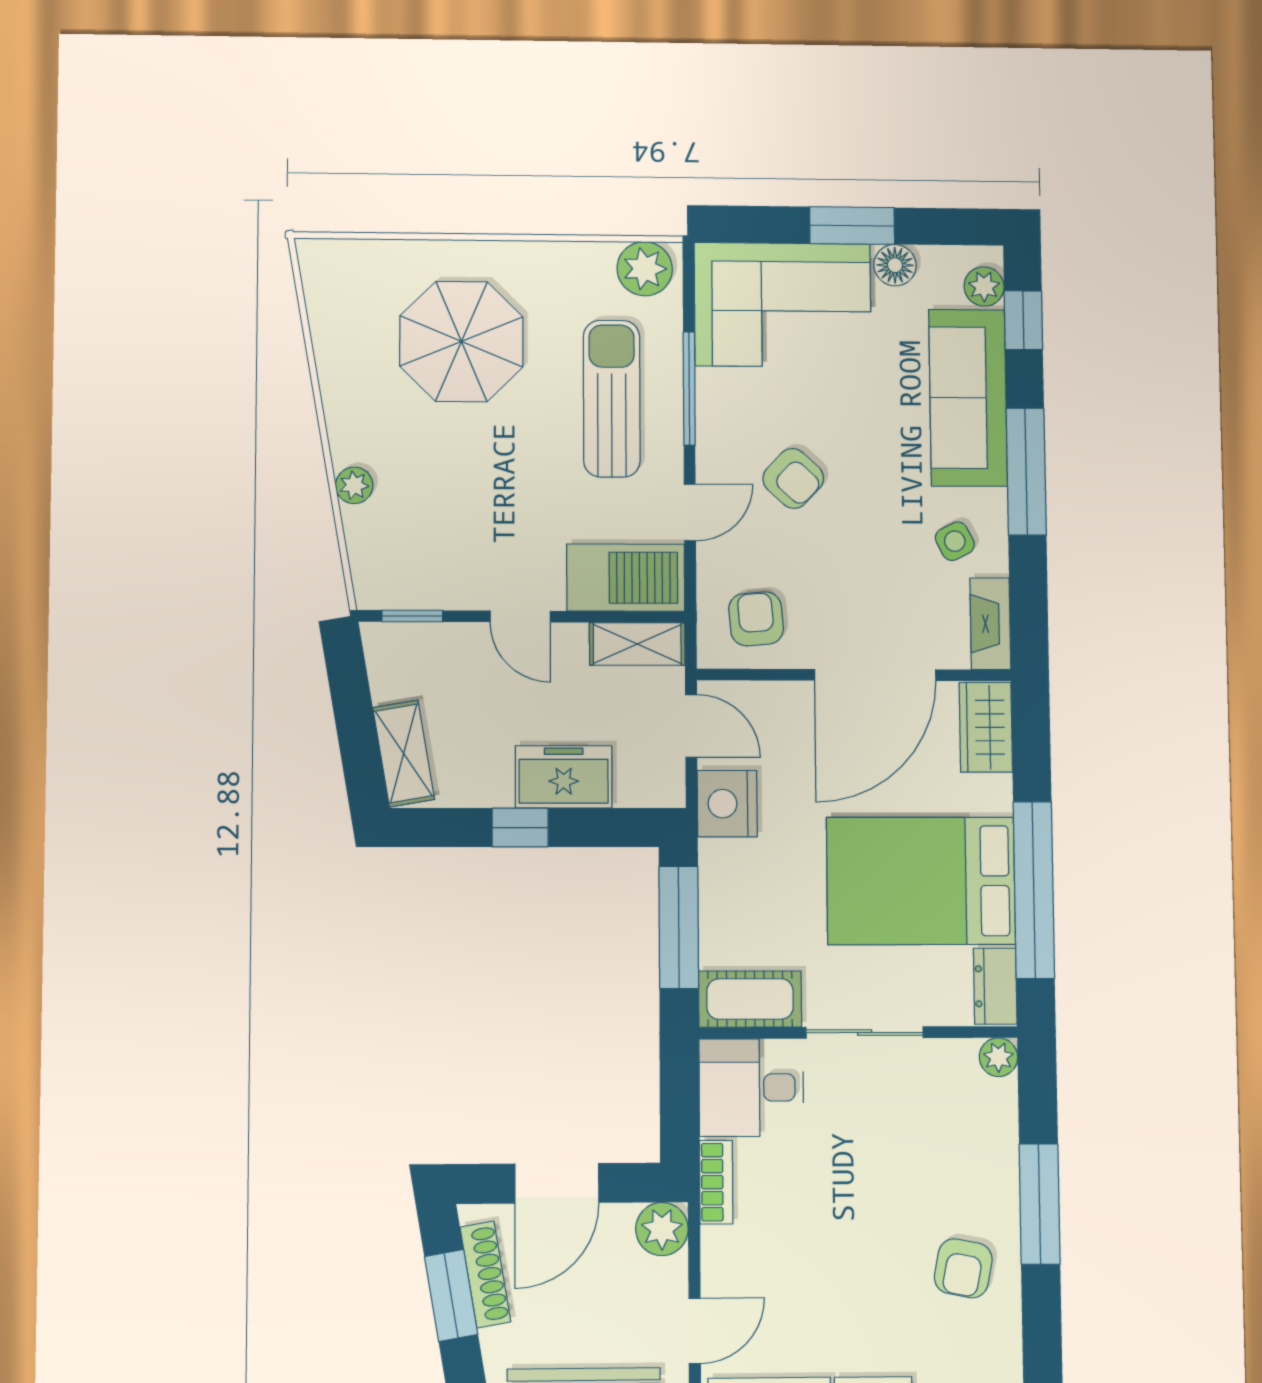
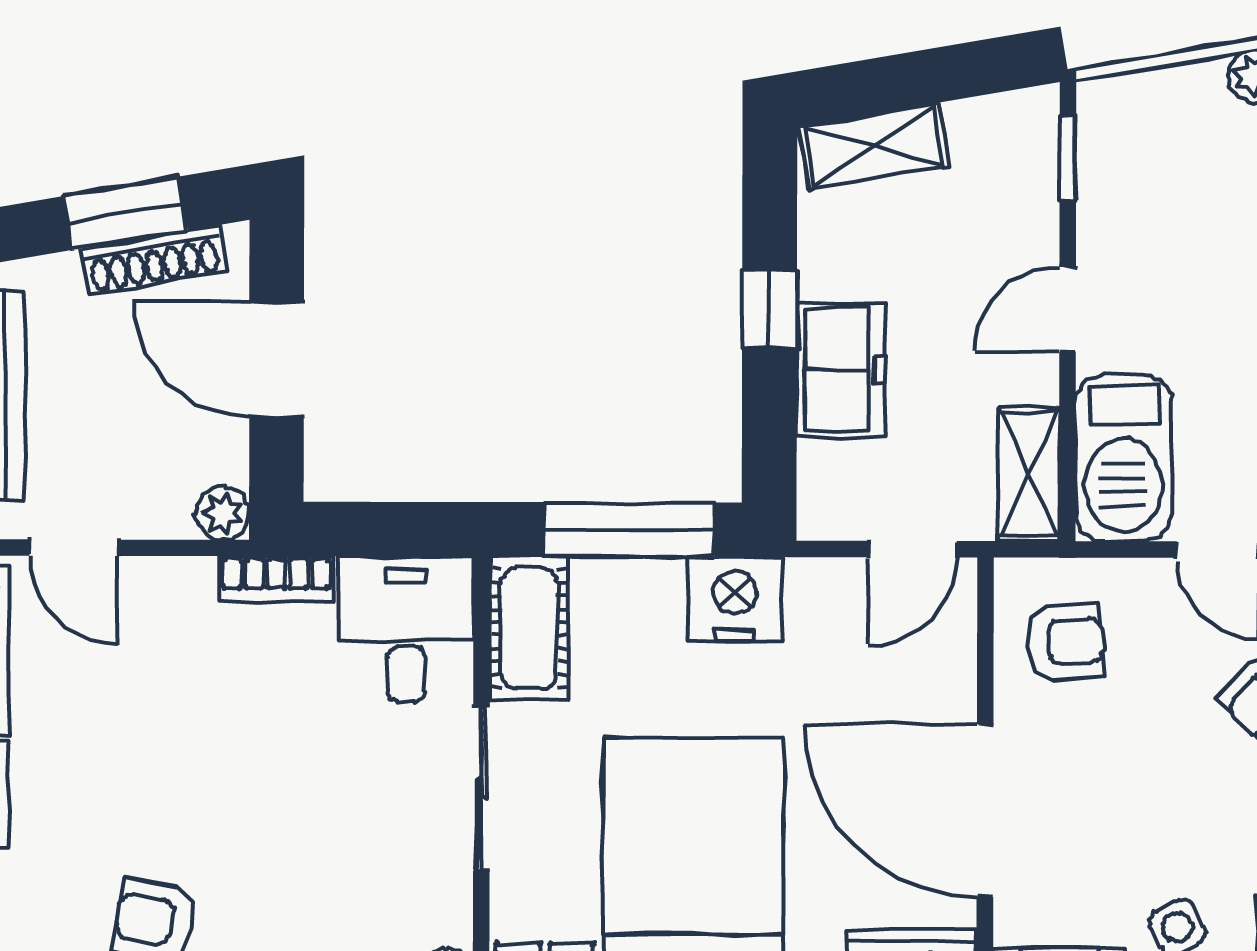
nightstand: (727, 804) -> (735, 599), moved
plant: (662, 1229) -> (223, 513), width x0.73, depth x0.73

